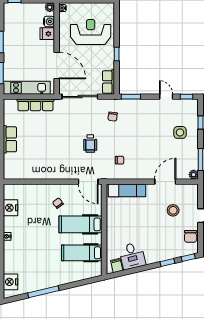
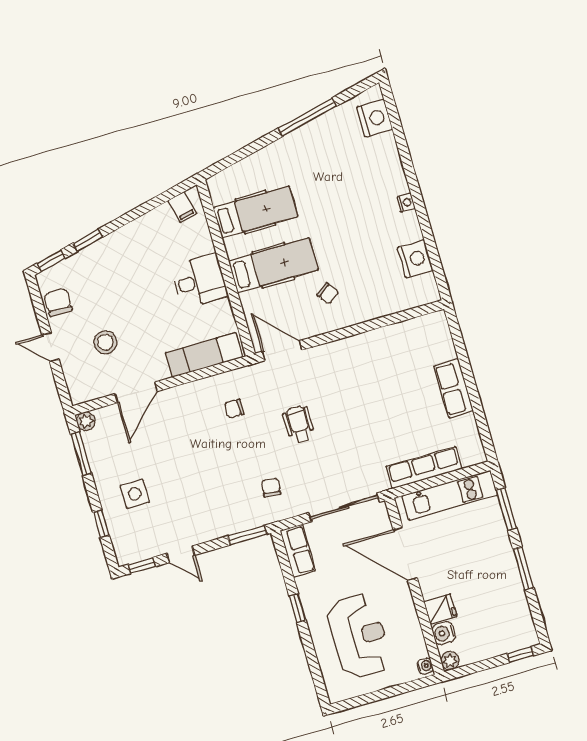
reception desk: (91, 32) -> (359, 636), turned -90
desk: (132, 256) -> (199, 281), moved, turned 103

